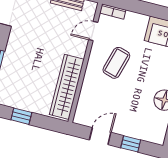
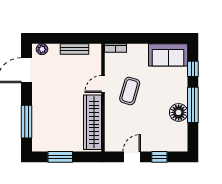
door: (93, 31) -> (103, 84), moved
window: (21, 116) -> (60, 157), width x1.50

